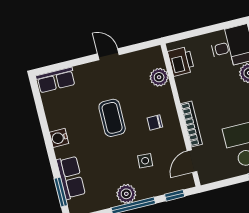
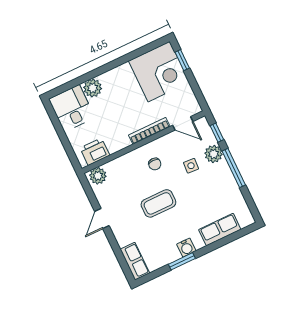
plant: (159, 77) -> (98, 176), moved
window: (61, 192) -> (182, 261), moved
plant: (126, 194) -> (214, 154), moved

